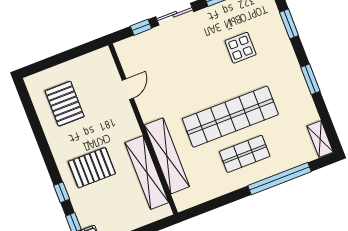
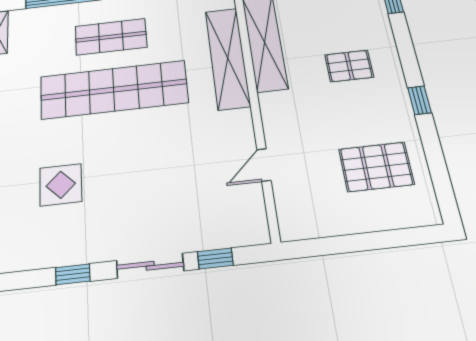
pallet: (65, 104) -> (376, 167), turned 90
pallet: (92, 168) -> (349, 66), width x0.67, depth x0.71
window: (62, 192) -> (419, 100), moved

